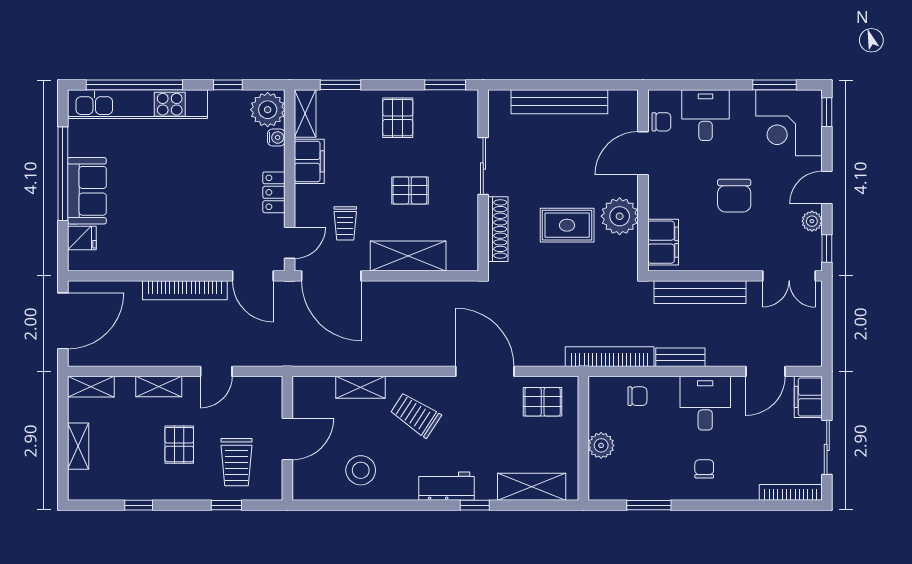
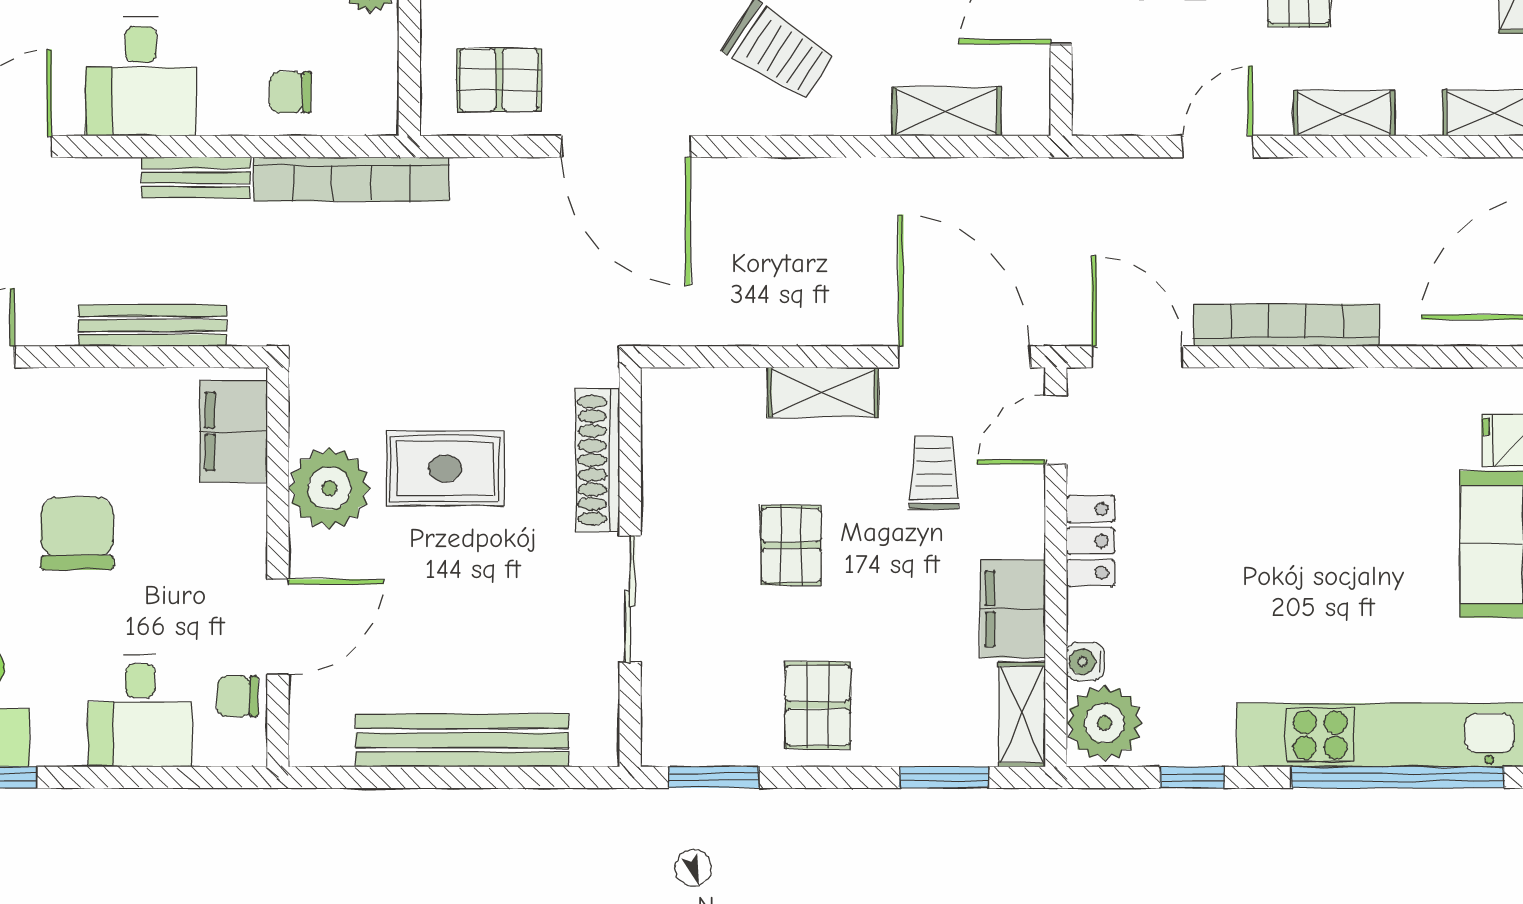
pallet: (410, 190) -> (791, 545), turned 90
shelving: (408, 256) -> (823, 392), width x0.67, depth x0.75
bench: (700, 292) -> (152, 326), width x0.73, depth x0.82
shelving: (361, 387) -> (947, 112), moved

